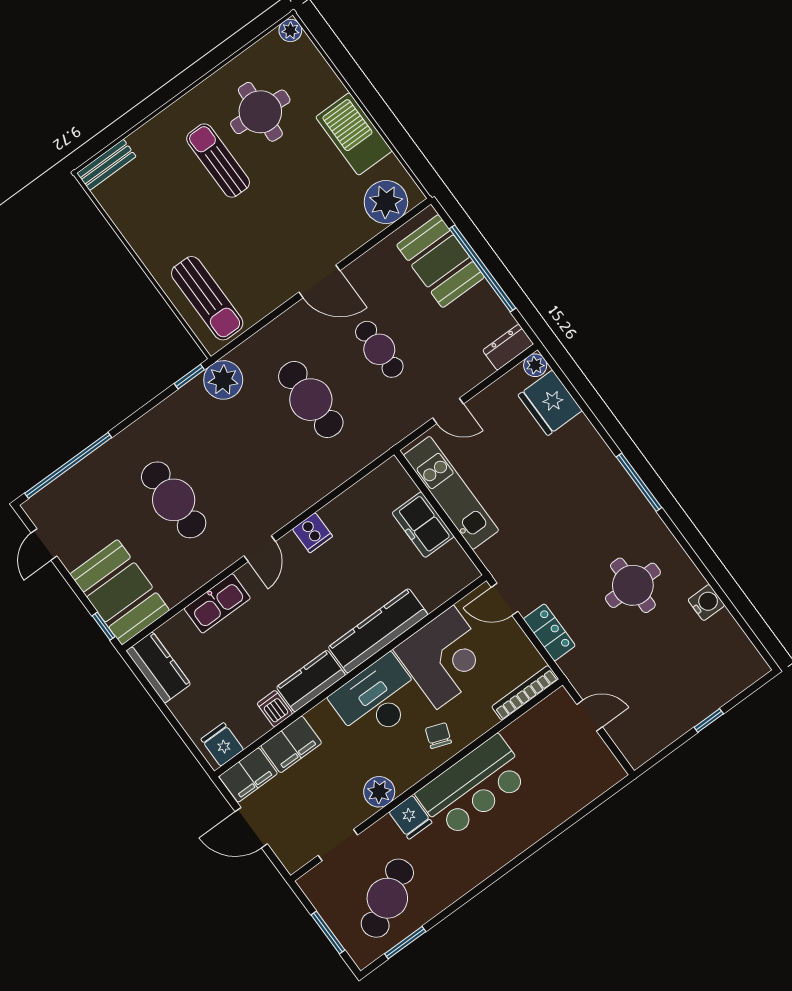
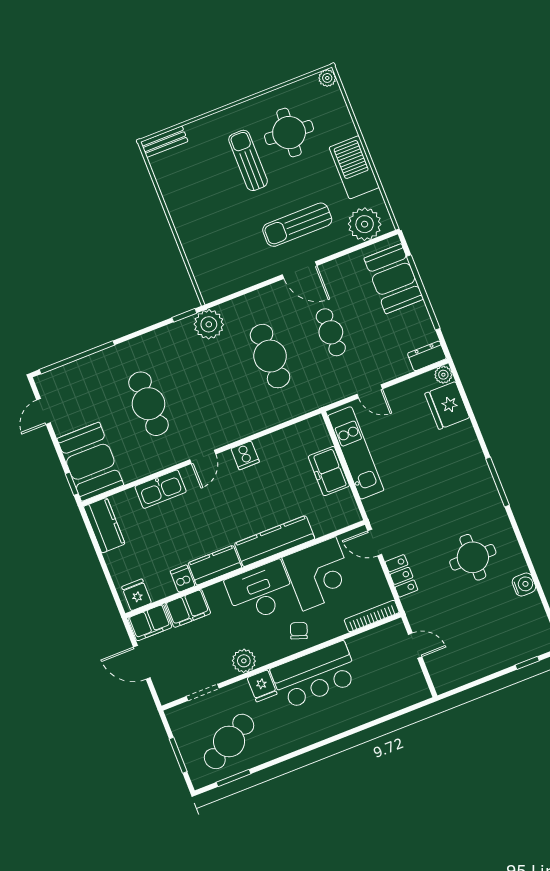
sun lounger: (207, 298) -> (297, 225), moved, turned 90
window: (709, 721) -> (527, 663), moved

